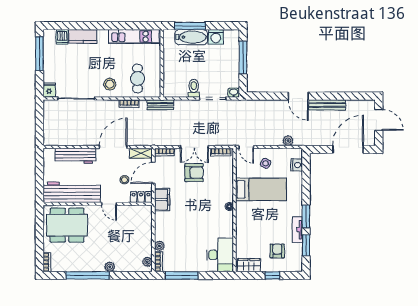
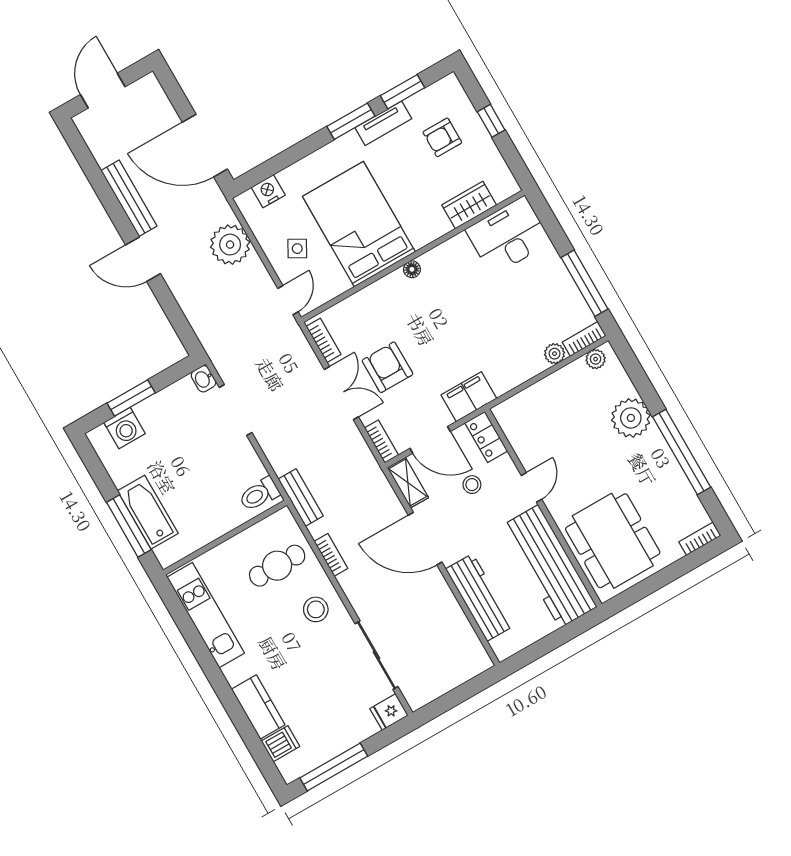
washing machine: (216, 37) -> (125, 428), moved, turned 90
window: (243, 58) -> (131, 398), width x0.69
toilet: (194, 88) -> (259, 494), moved
door: (298, 96) -> (143, 259), swing flipped
plant: (288, 141) -> (230, 245), width x1.88, depth x1.88
door: (348, 149) -> (205, 146), moved
bed: (261, 189) -> (359, 224), width x1.50
wardrobe: (249, 265) -> (469, 205), moved, turned 90
plant: (110, 267) -> (631, 418), width x1.87, depth x1.87

